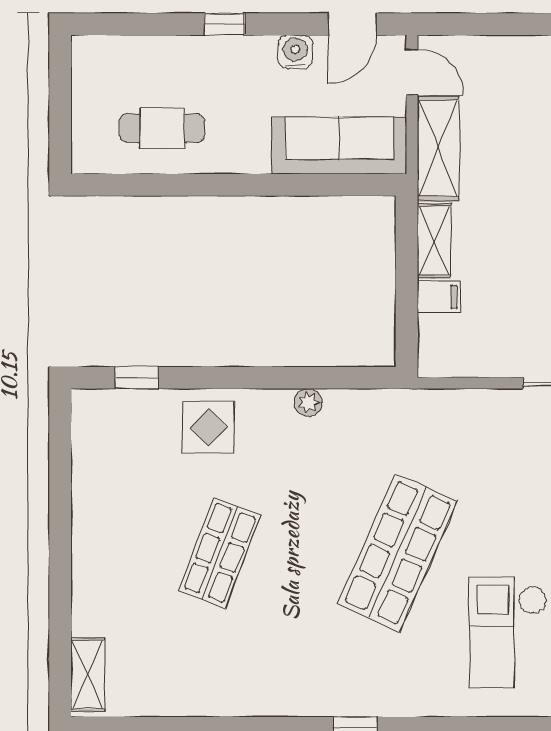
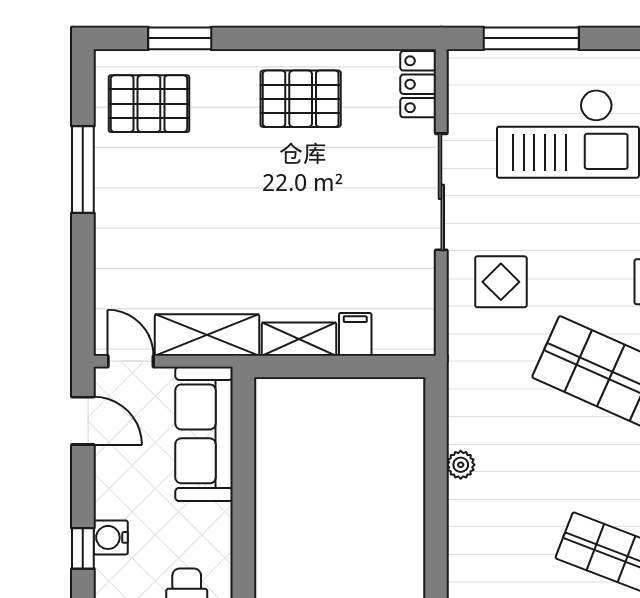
water cooler: (295, 52) -> (111, 537), moved
door: (412, 72) -> (131, 361), hinge flipped
display table: (208, 427) -> (501, 282), moved

